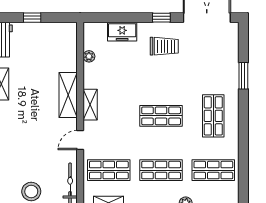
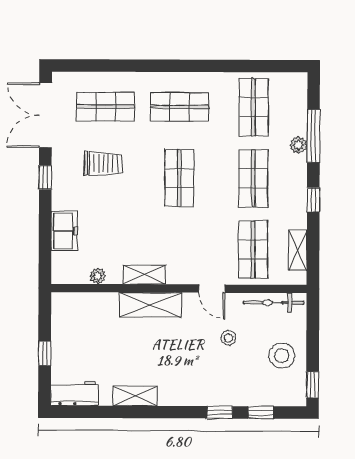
trolley: (164, 46) -> (103, 164), moved, turned 90
shop shelf: (213, 62) -> (106, 107), added
window: (243, 76) -> (125, 66), removed
shelving: (90, 105) -> (144, 275), moved
stool: (44, 152) -> (228, 338), added

